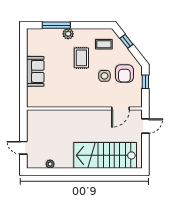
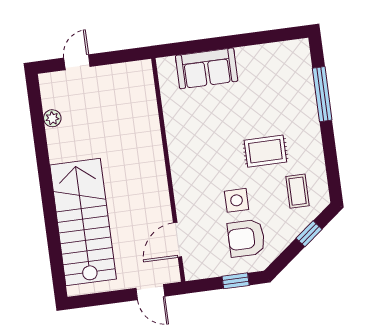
plant: (68, 34) -> (308, 119), removed
sofa: (35, 71) -> (207, 68), moved
door: (121, 109) -> (178, 240), hinge flipped

